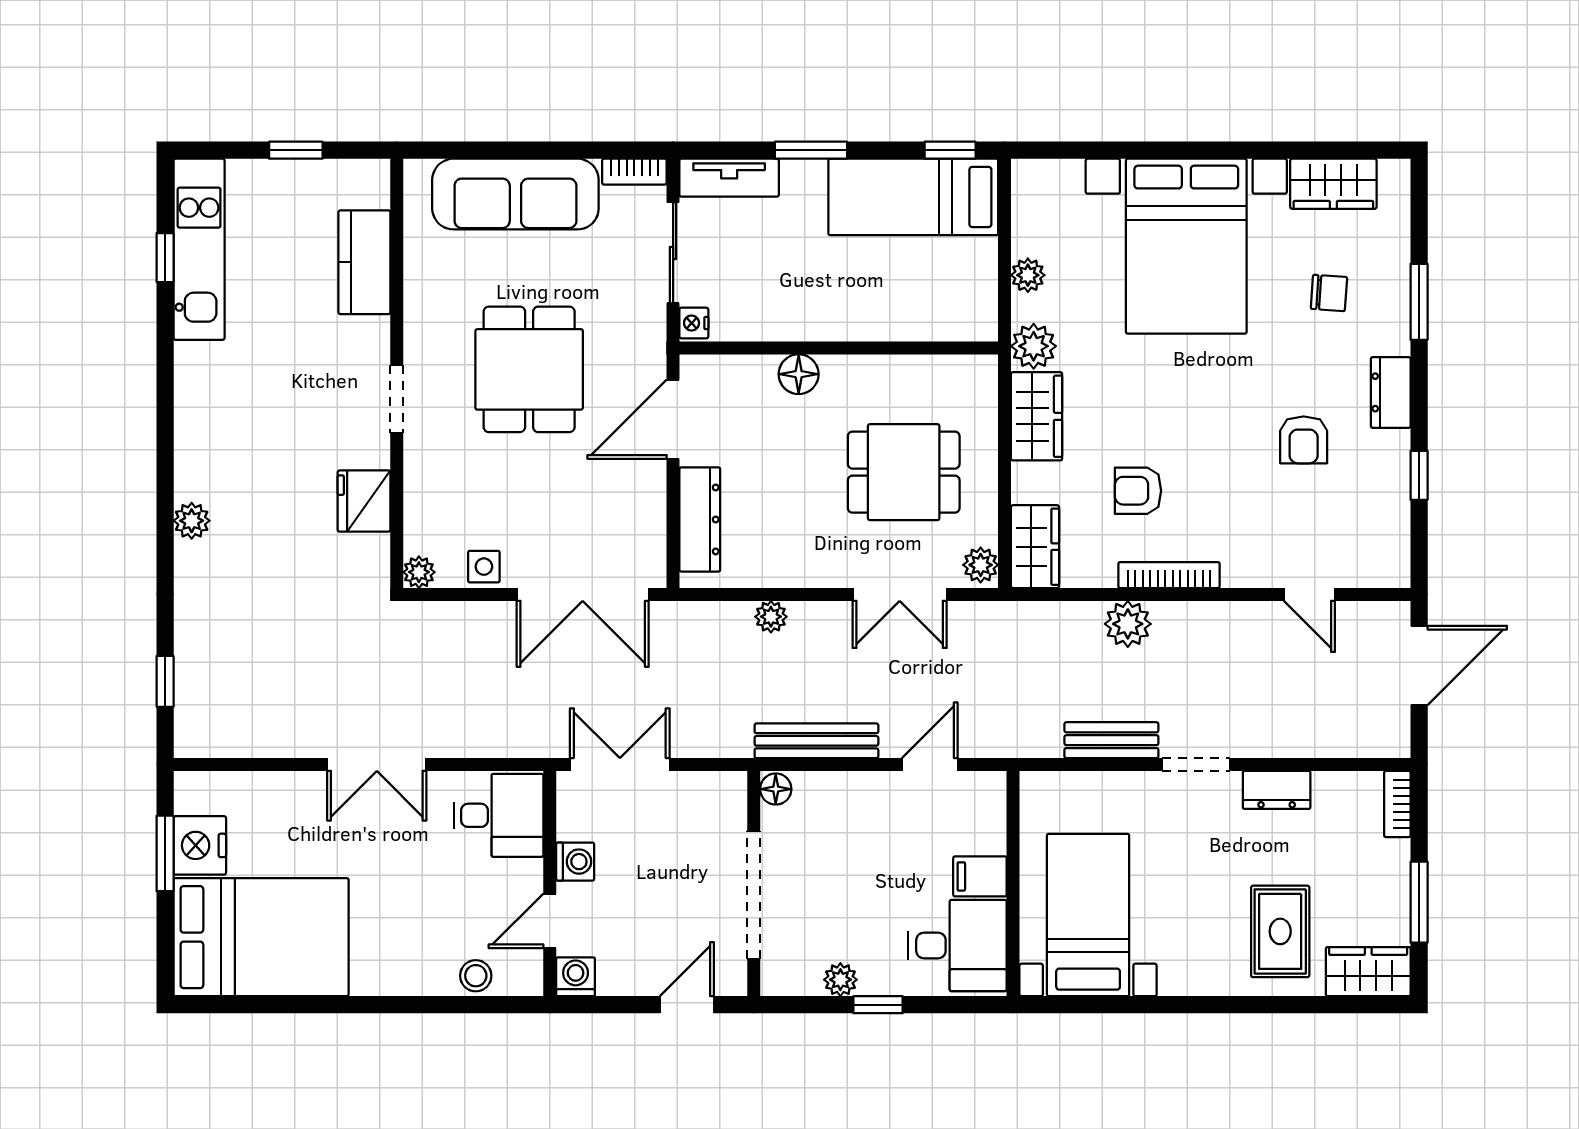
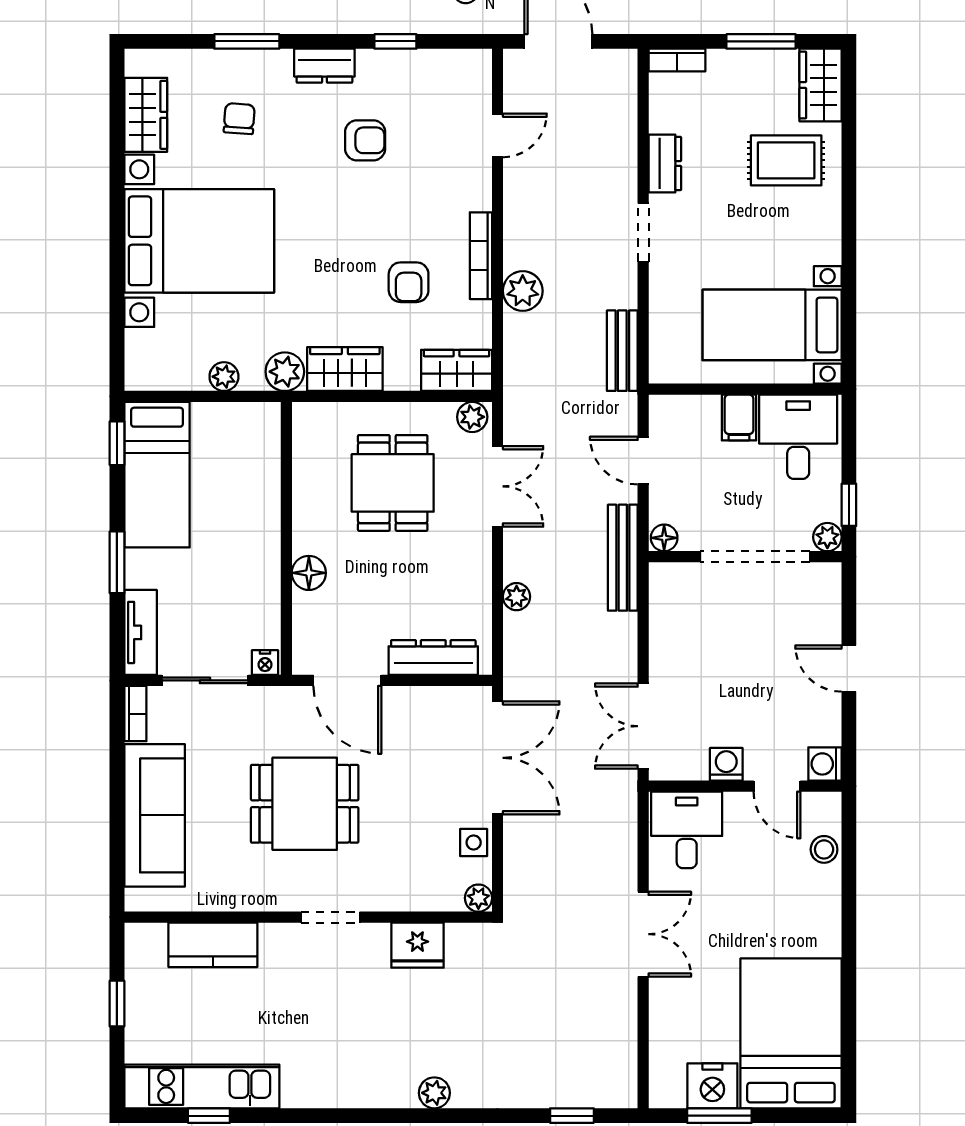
bench: (1111, 740) -> (622, 351), moved
floor lamp: (776, 789) -> (664, 538), moved
wall: (754, 884) -> (745, 557), moved
doorway: (754, 895) -> (755, 557), moved

